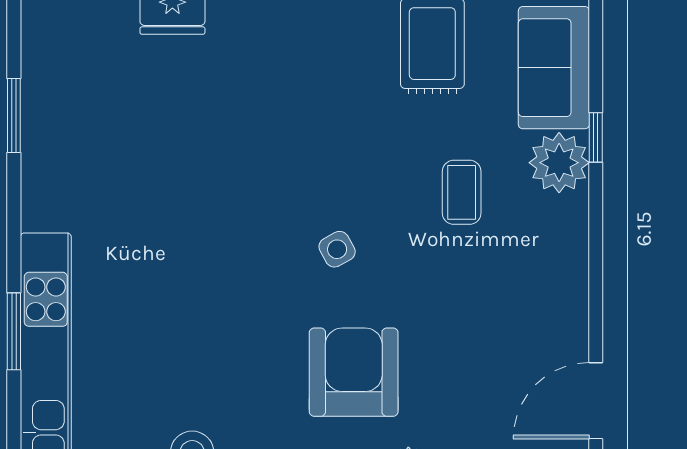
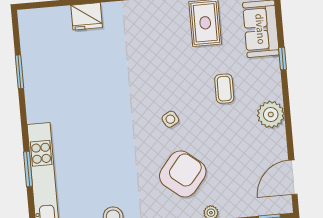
plant: (559, 163) -> (271, 114), moved
armchair: (354, 372) -> (183, 174), turned 39

